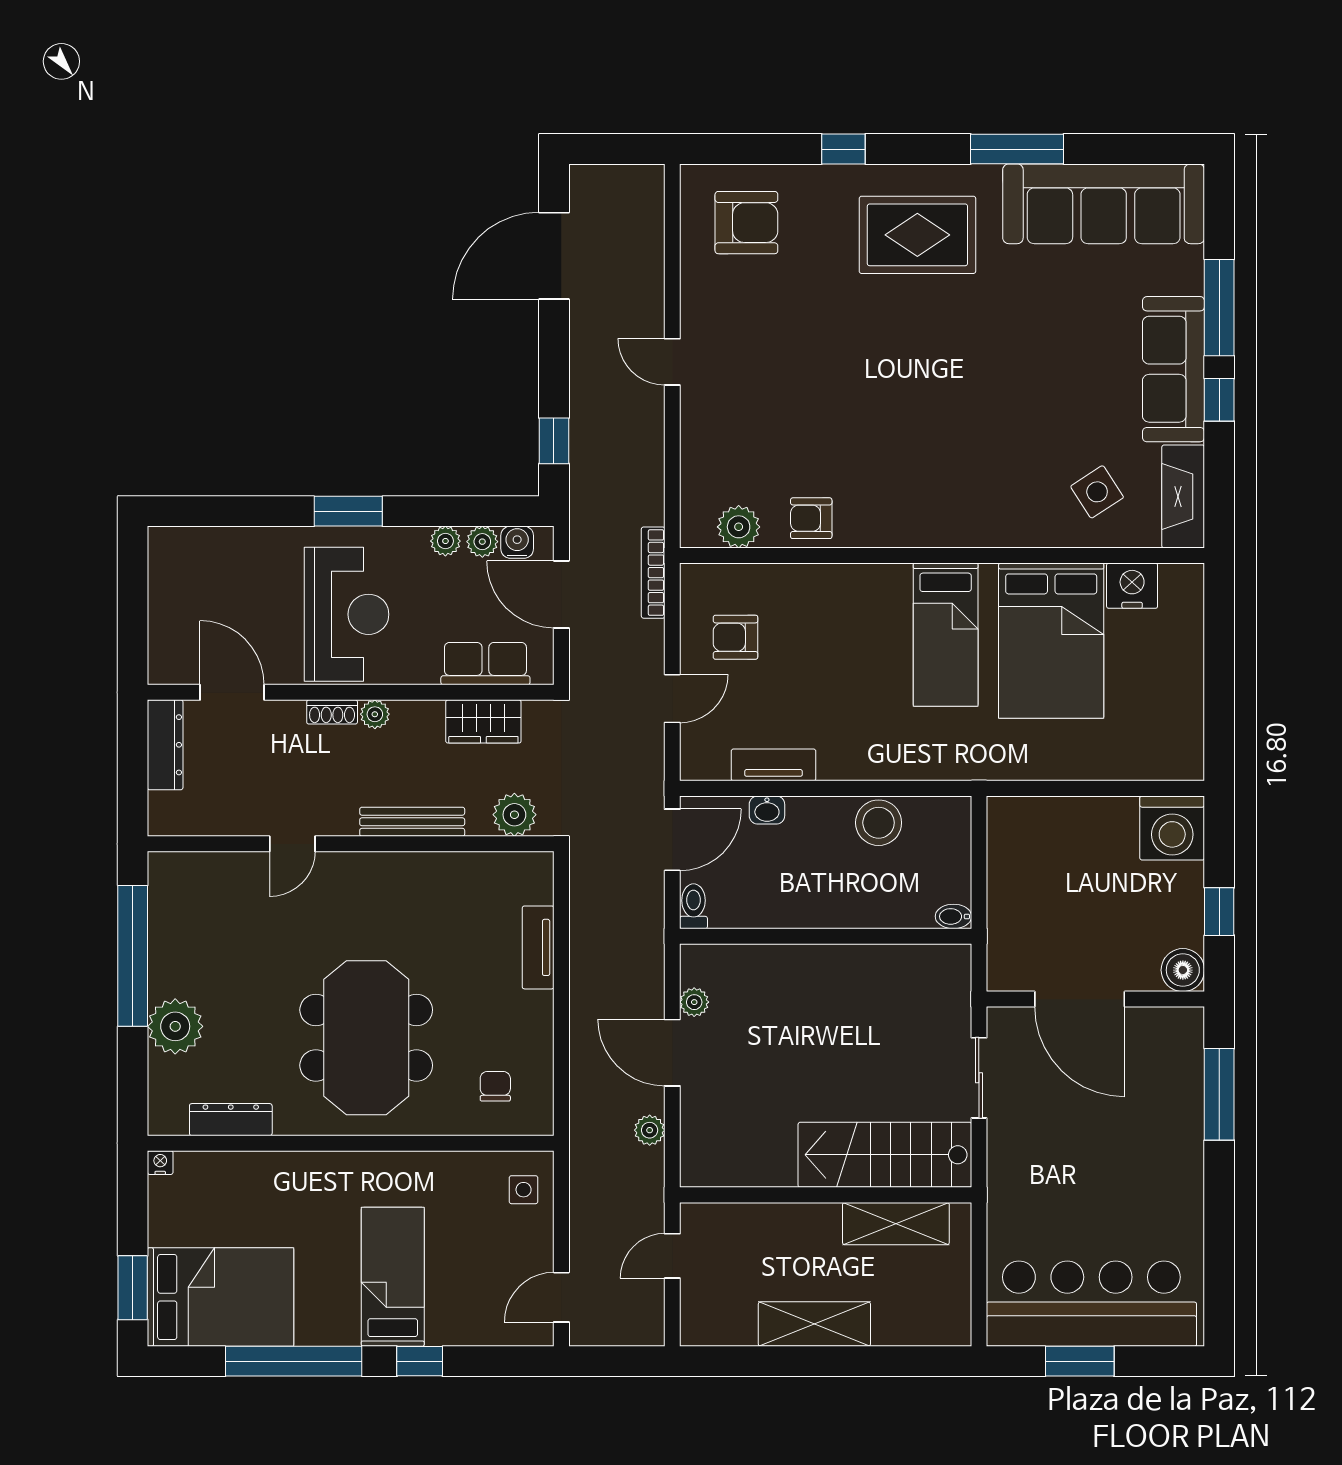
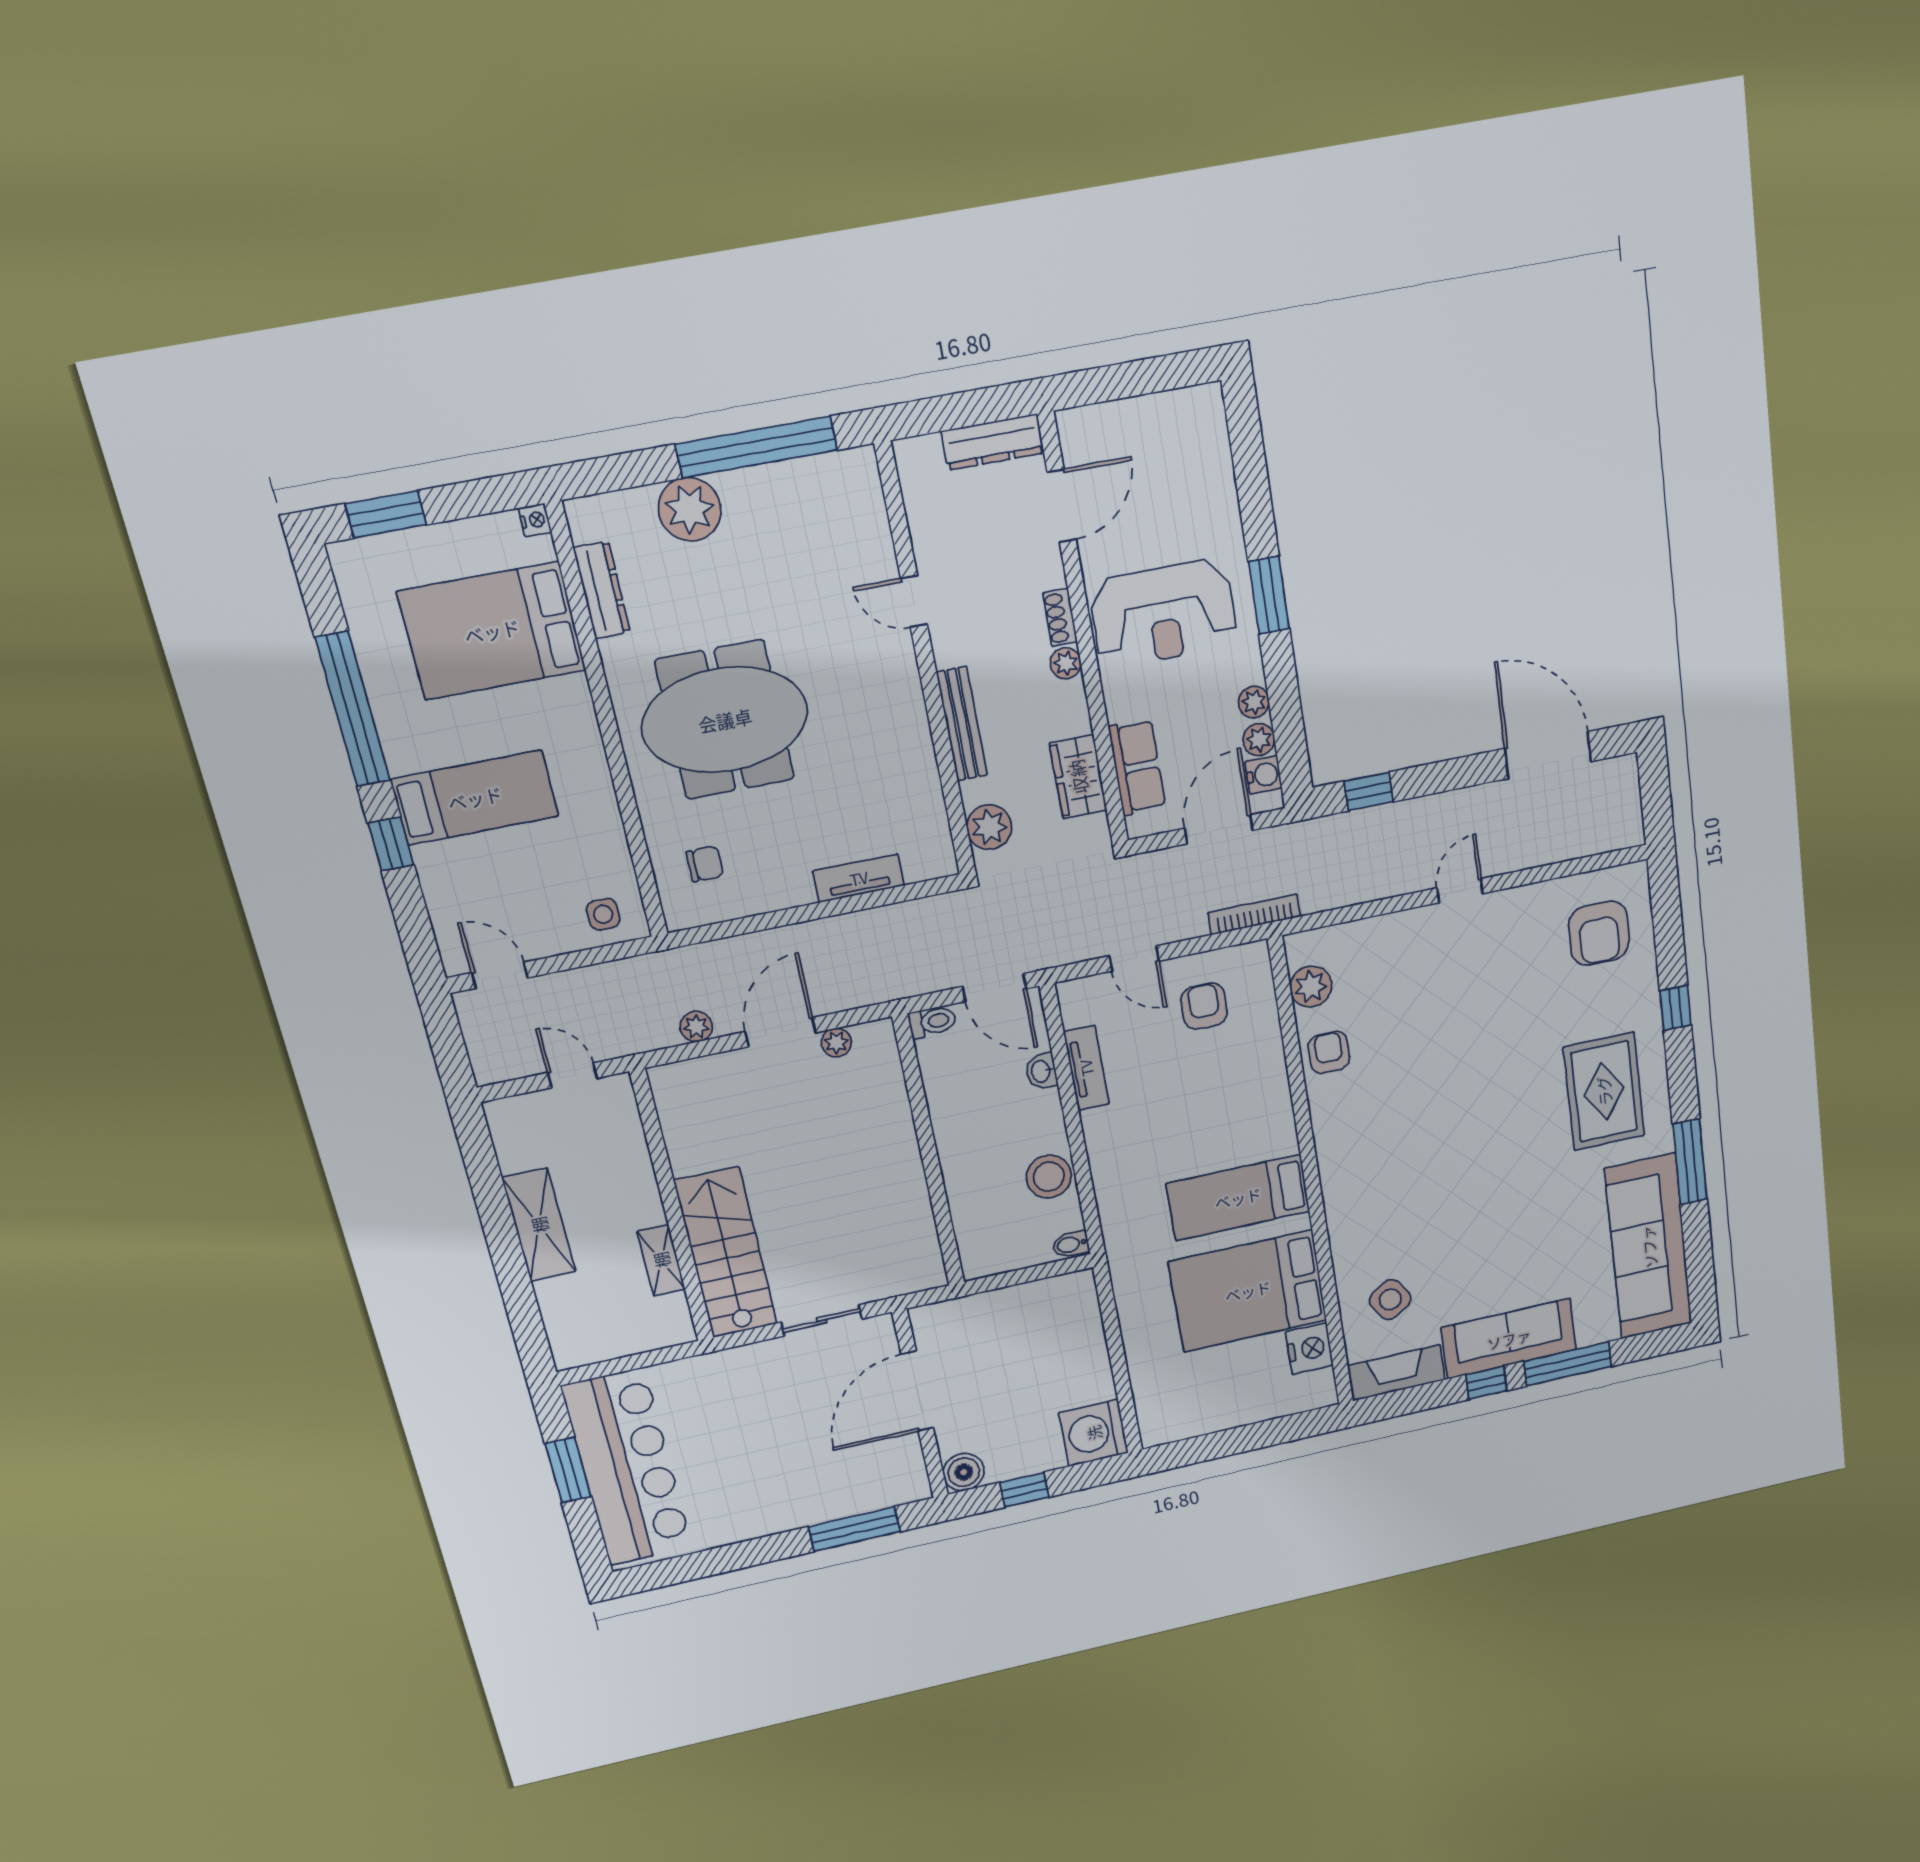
bidet: (953, 916) -> (1071, 1244), moved, turned -90
shelving: (896, 1224) -> (661, 1260), width x0.67, depth x0.75
bed: (221, 1297) -> (492, 631), moved, turned 90

